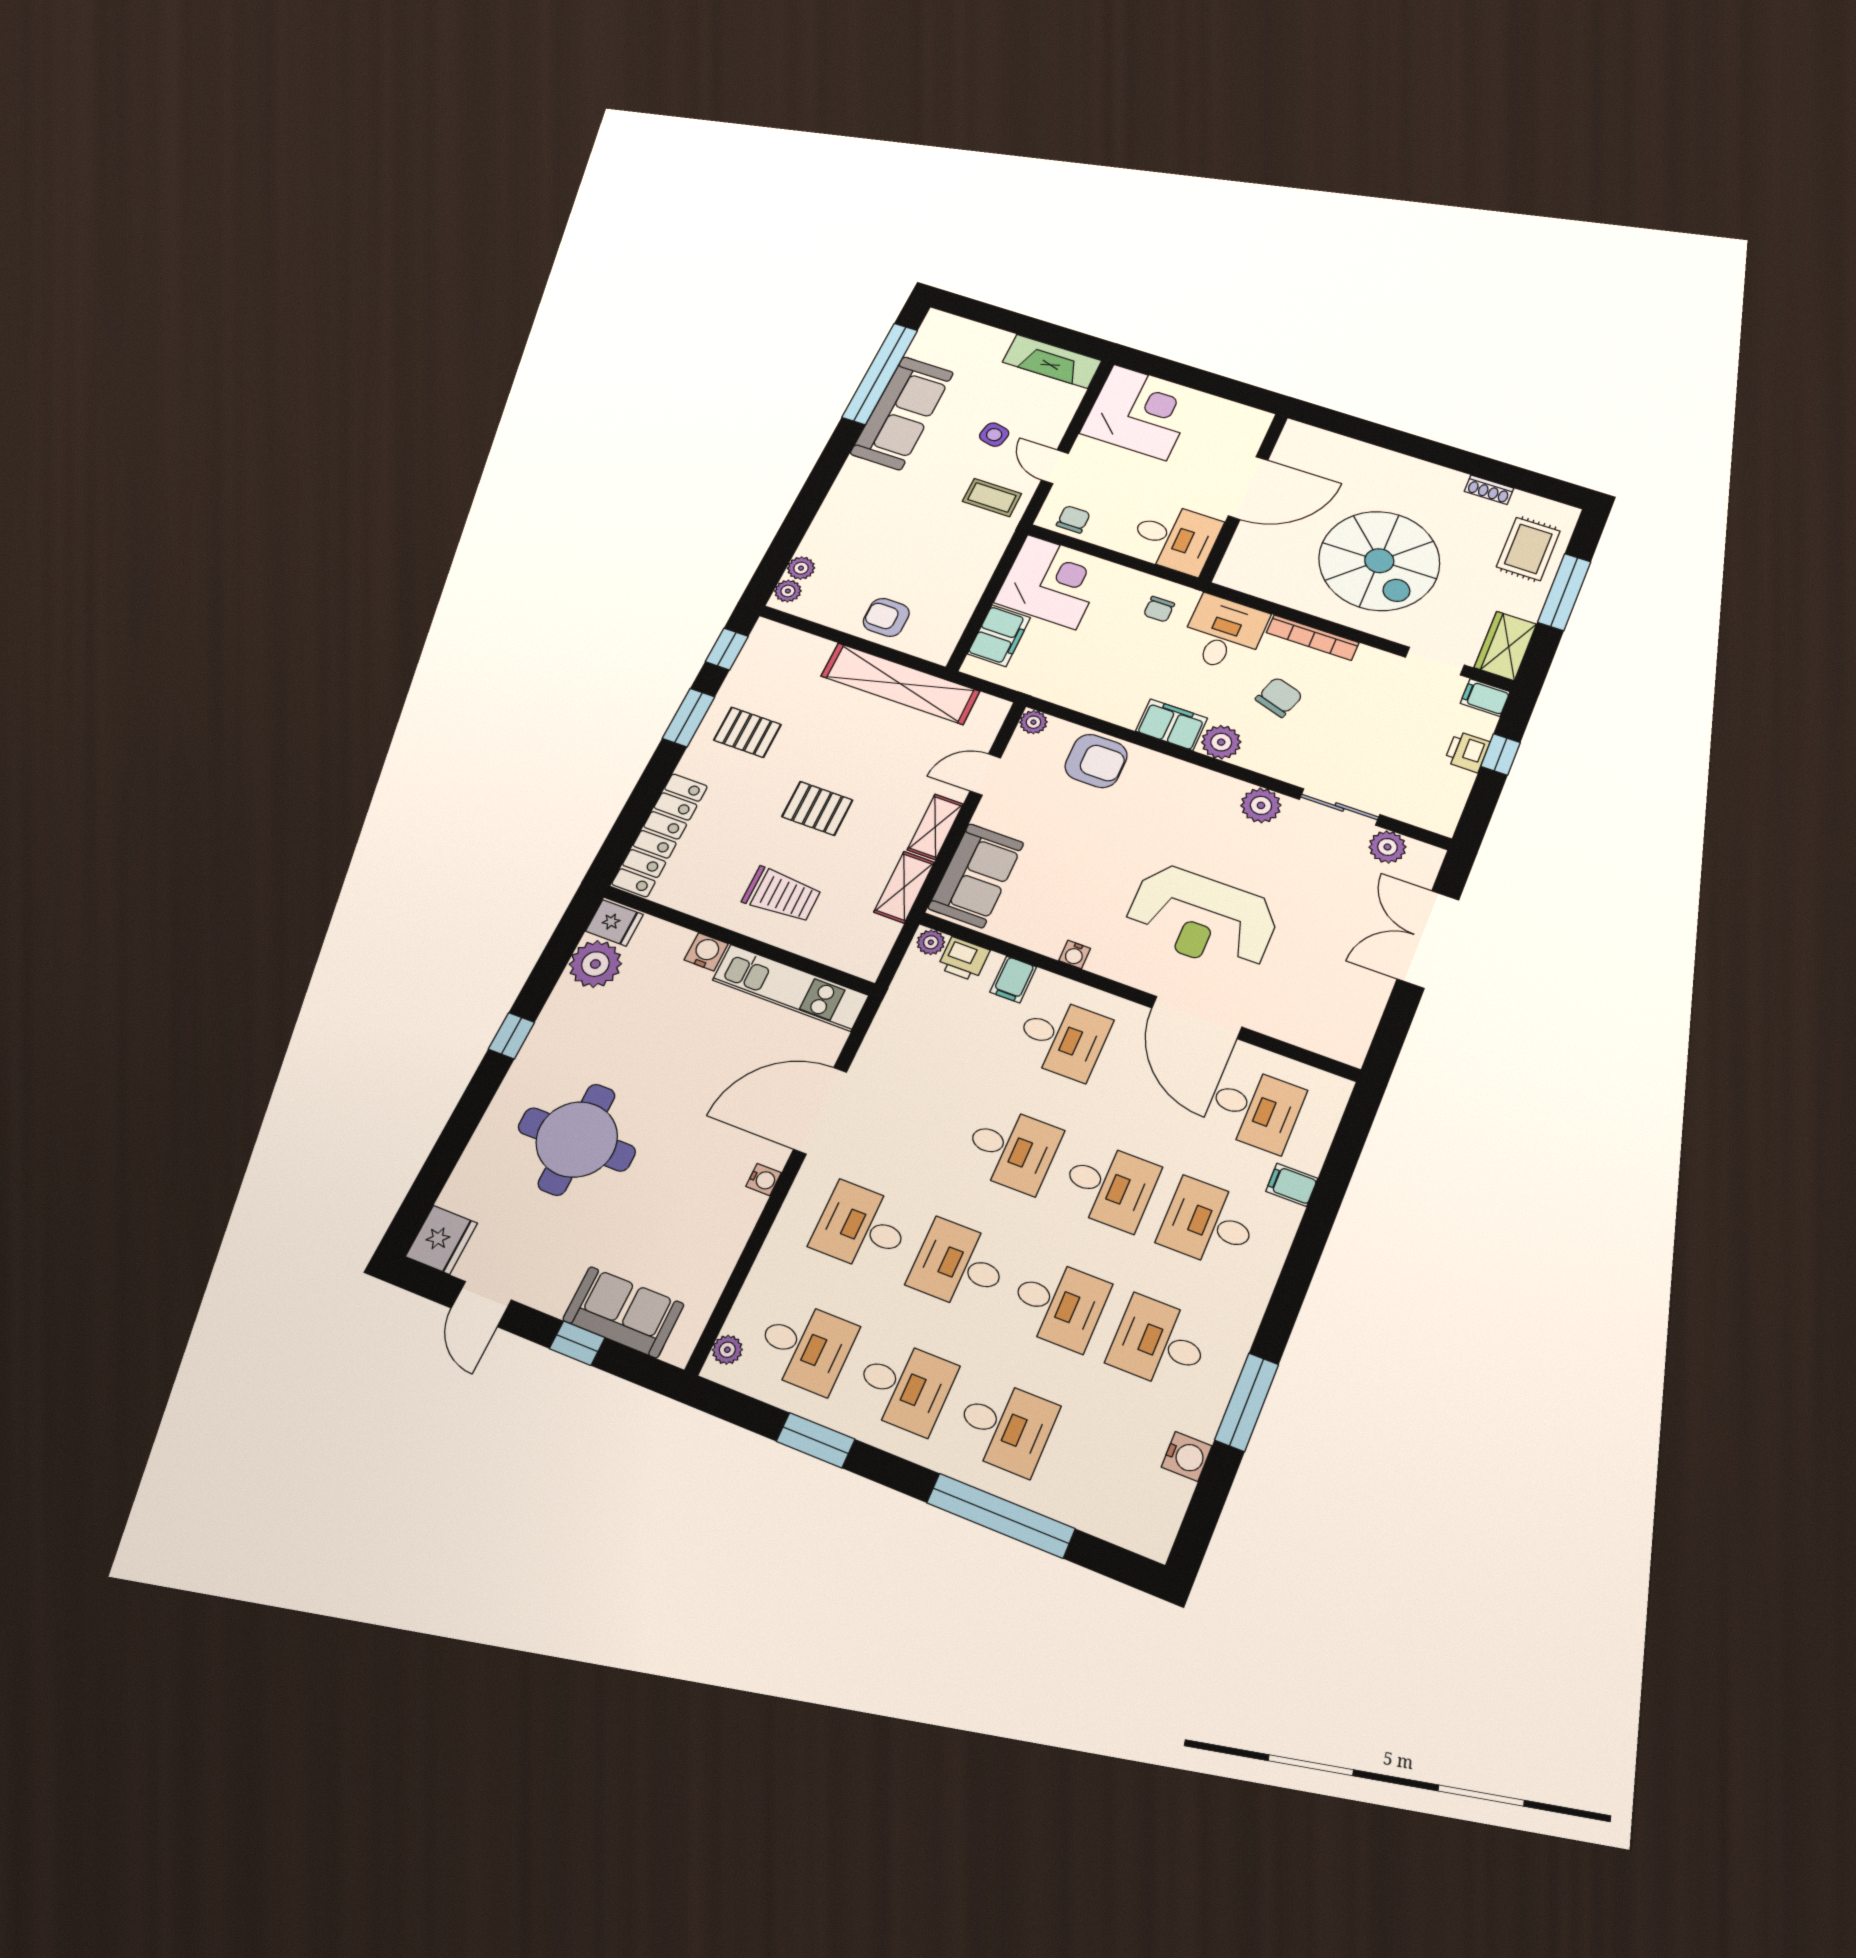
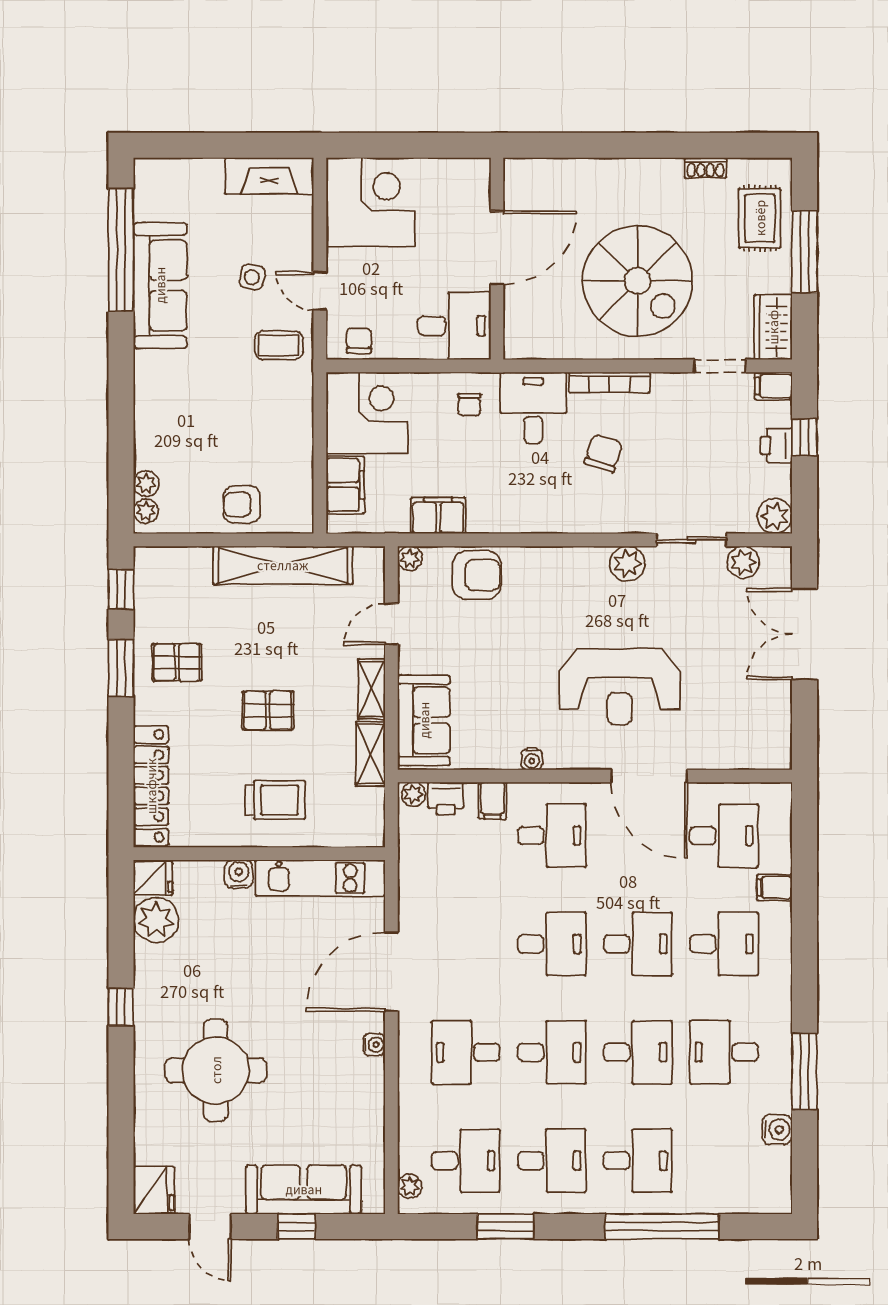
filing cabinet: (1172, 725) -> (438, 515), moved
plant: (1221, 742) -> (775, 516), moved
desk: (1208, 1223) -> (724, 944), turned 180
desk: (959, 1265) -> (552, 1052), turned 180
sofa: (623, 1312) -> (304, 1189), width x1.36

